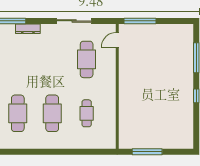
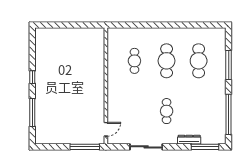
cafe table: (87, 59) -> (167, 111), moved, width x0.73, depth x0.74
window: (147, 152) -> (78, 25), removed

